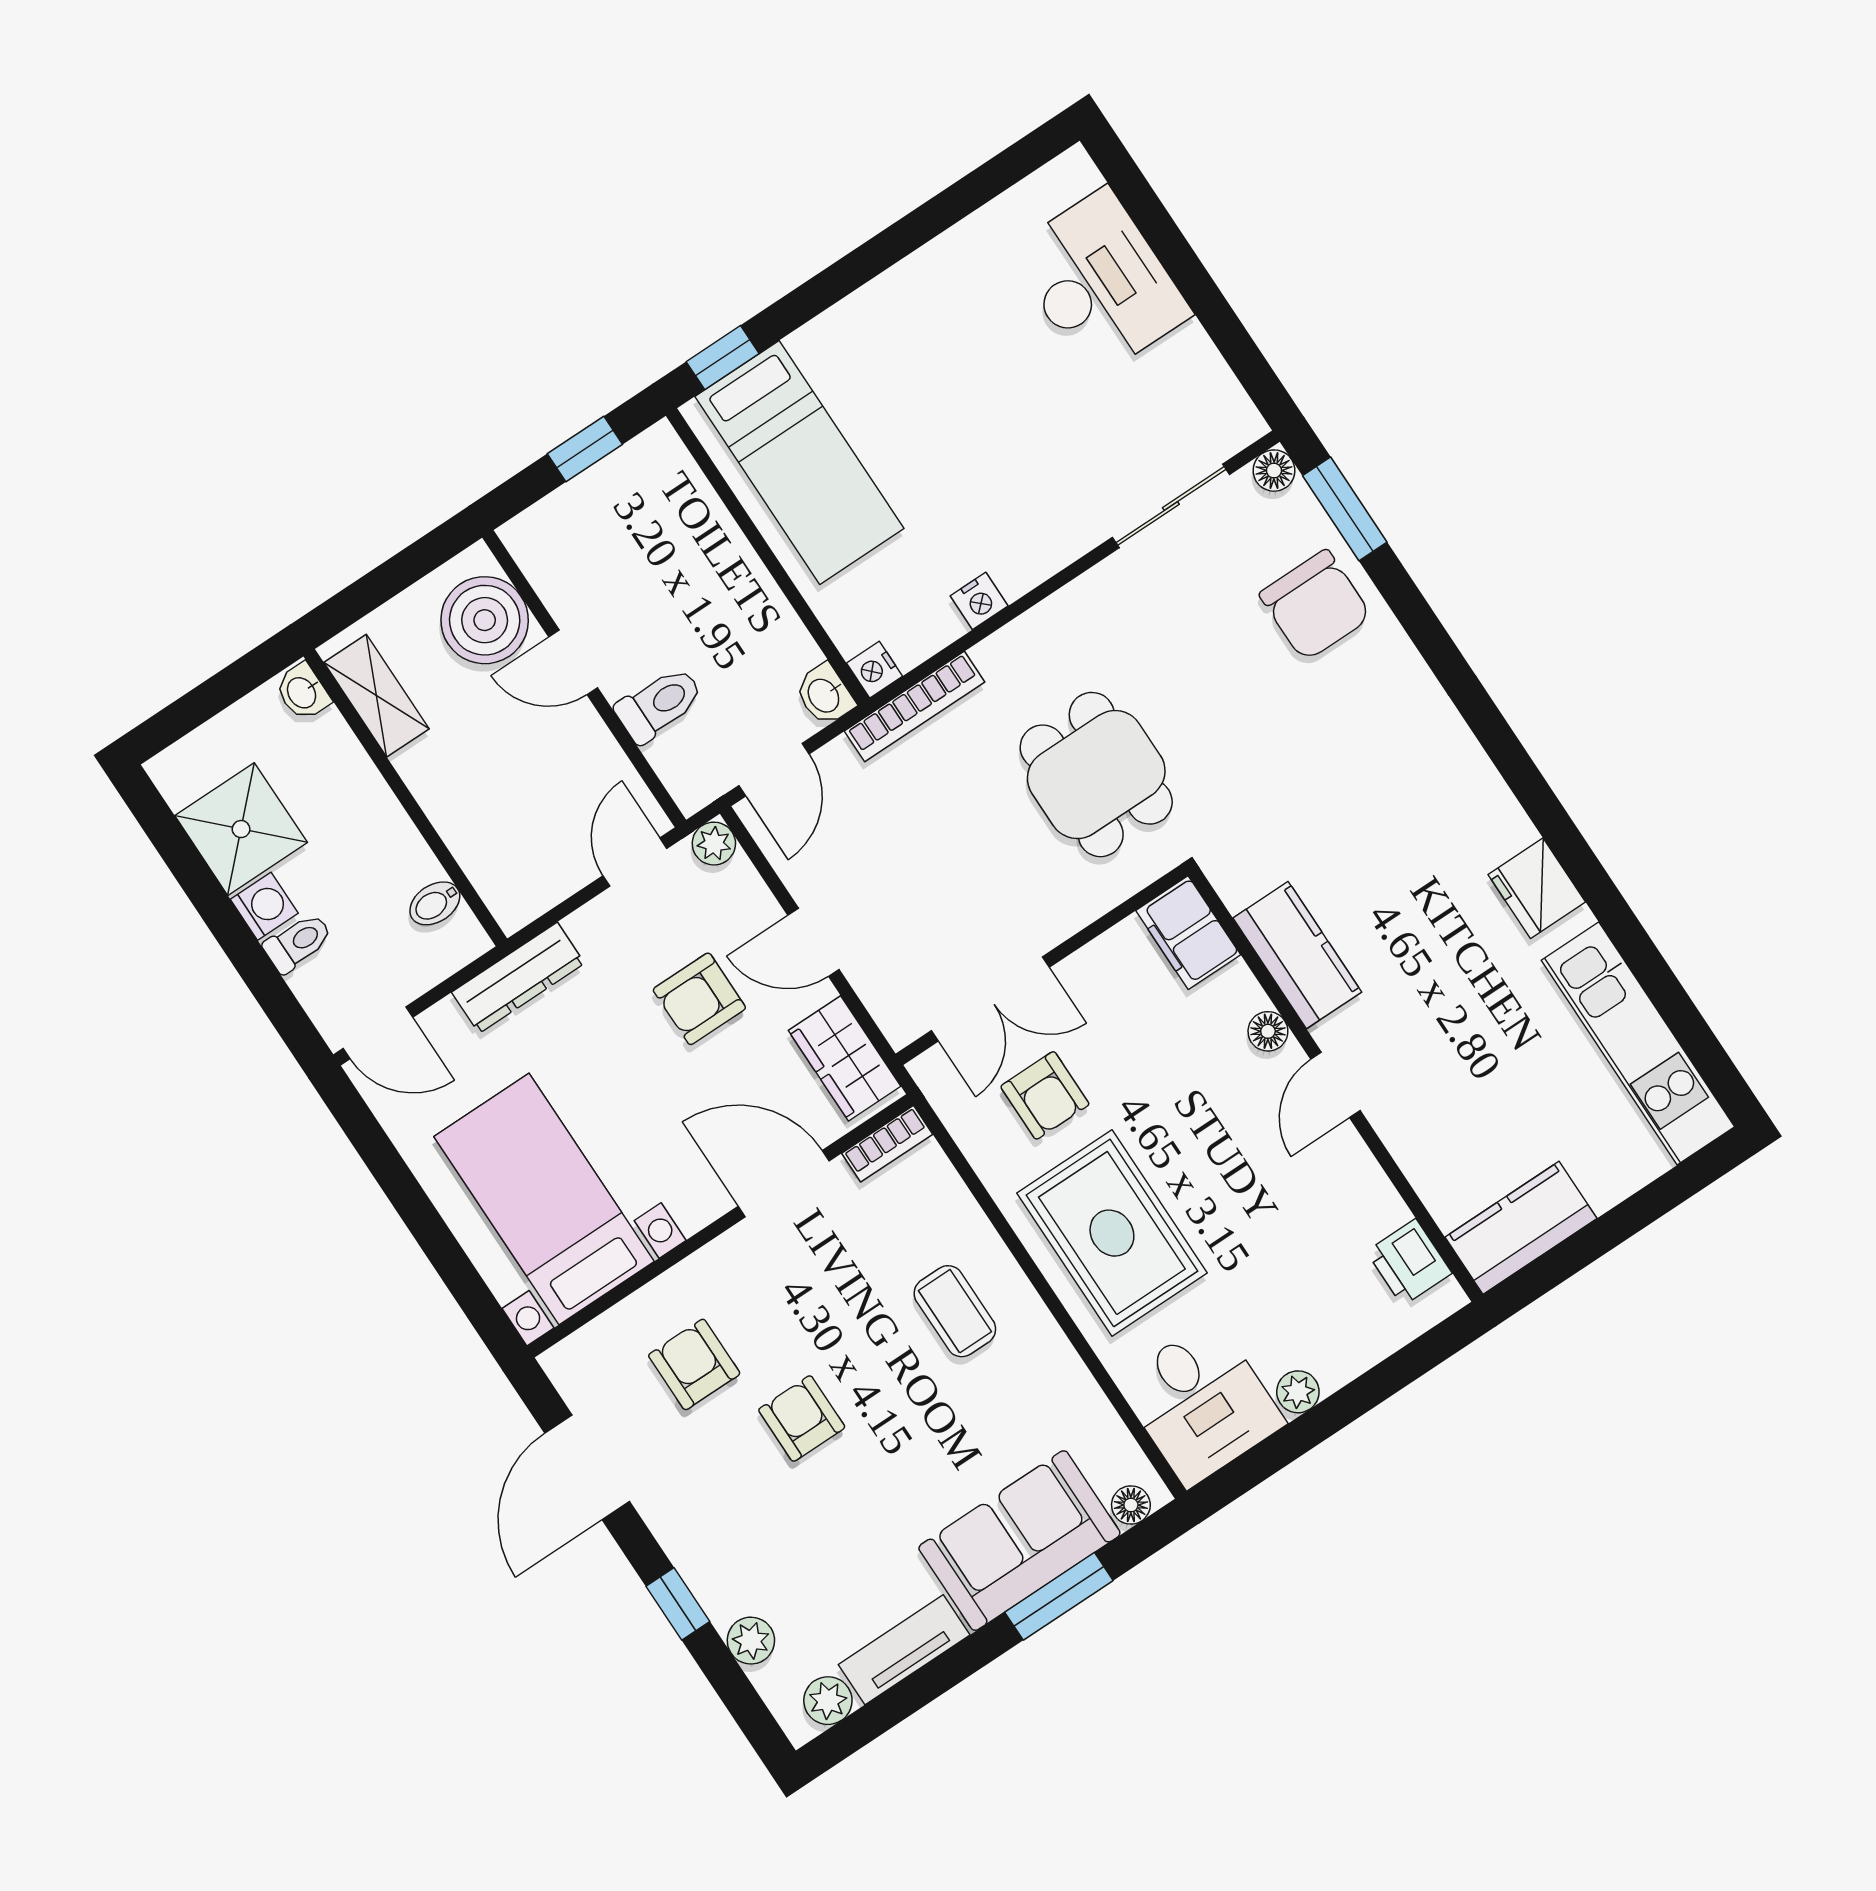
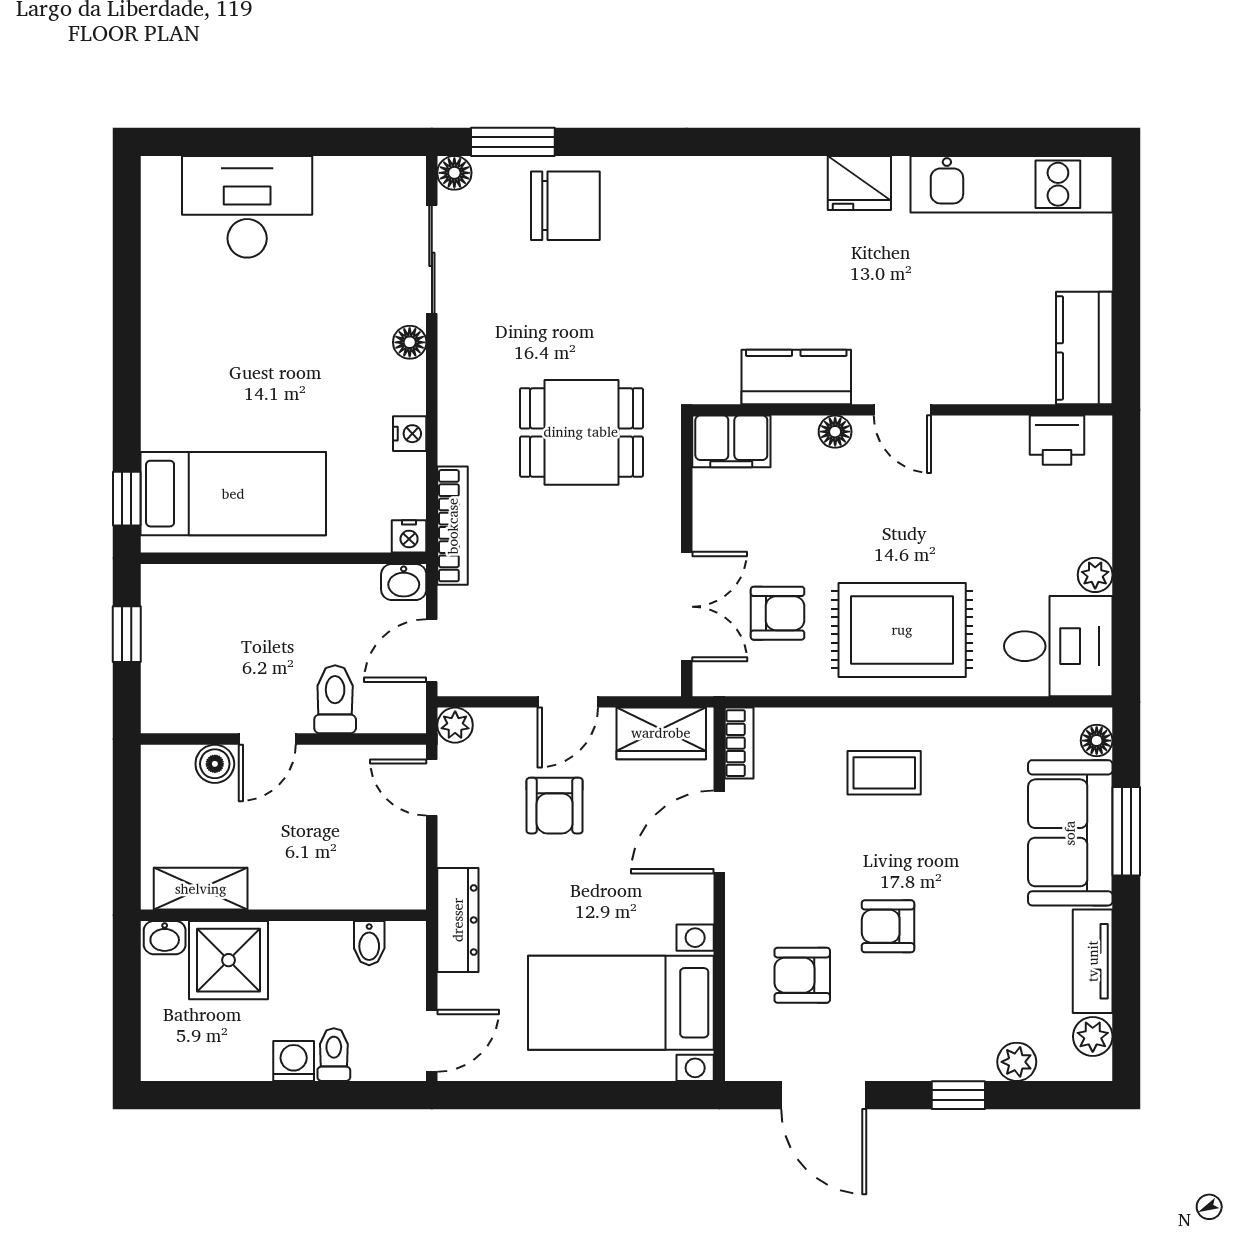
floor lamp: (1072, 539) -> (410, 342), added
boiler: (485, 620) -> (215, 764), width x0.54, depth x0.54
door: (774, 770) -> (432, 651), swing flipped
shower: (241, 829) -> (228, 960), moved

